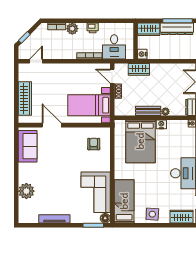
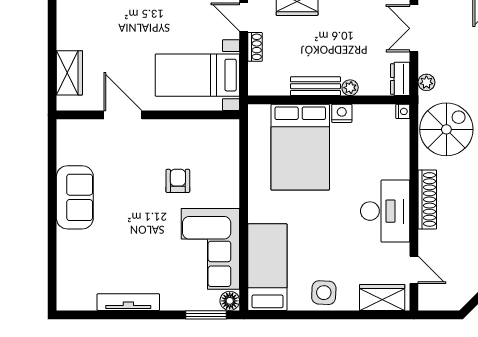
wardrobe: (25, 98) -> (69, 73), width x0.67
armchair: (94, 144) -> (178, 181), moved
sofa: (28, 146) -> (75, 197), moved
plant: (26, 191) -> (72, 247), removed

